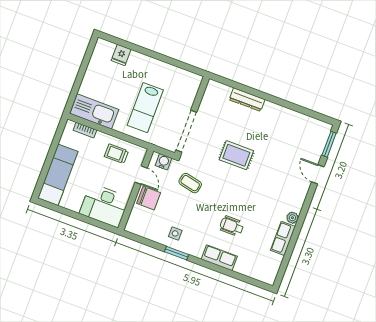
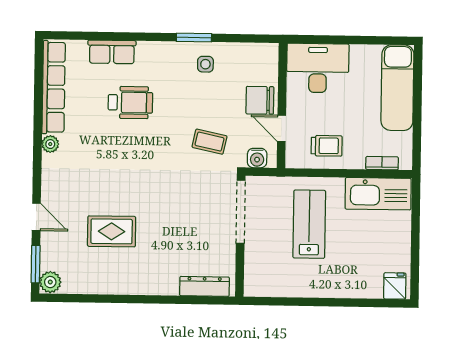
fridge: (121, 55) -> (395, 286), moved
dresser: (247, 100) -> (204, 286), moved
plant: (324, 130) -> (50, 282), added
rug: (236, 155) -> (112, 231), moved
wheelchair: (232, 226) -> (130, 103), width x1.36, depth x1.37
row of seats: (283, 238) -> (54, 87), width x2.02
row of seats: (219, 258) -> (112, 52), moved

